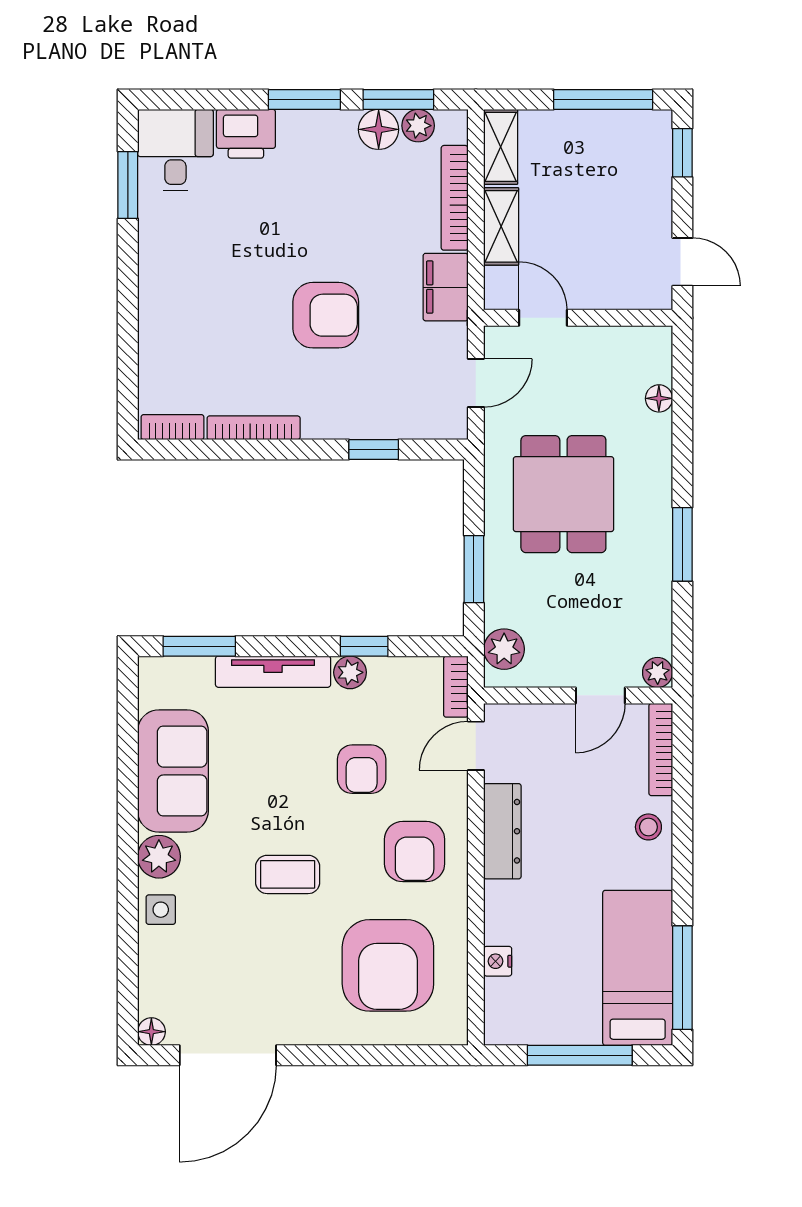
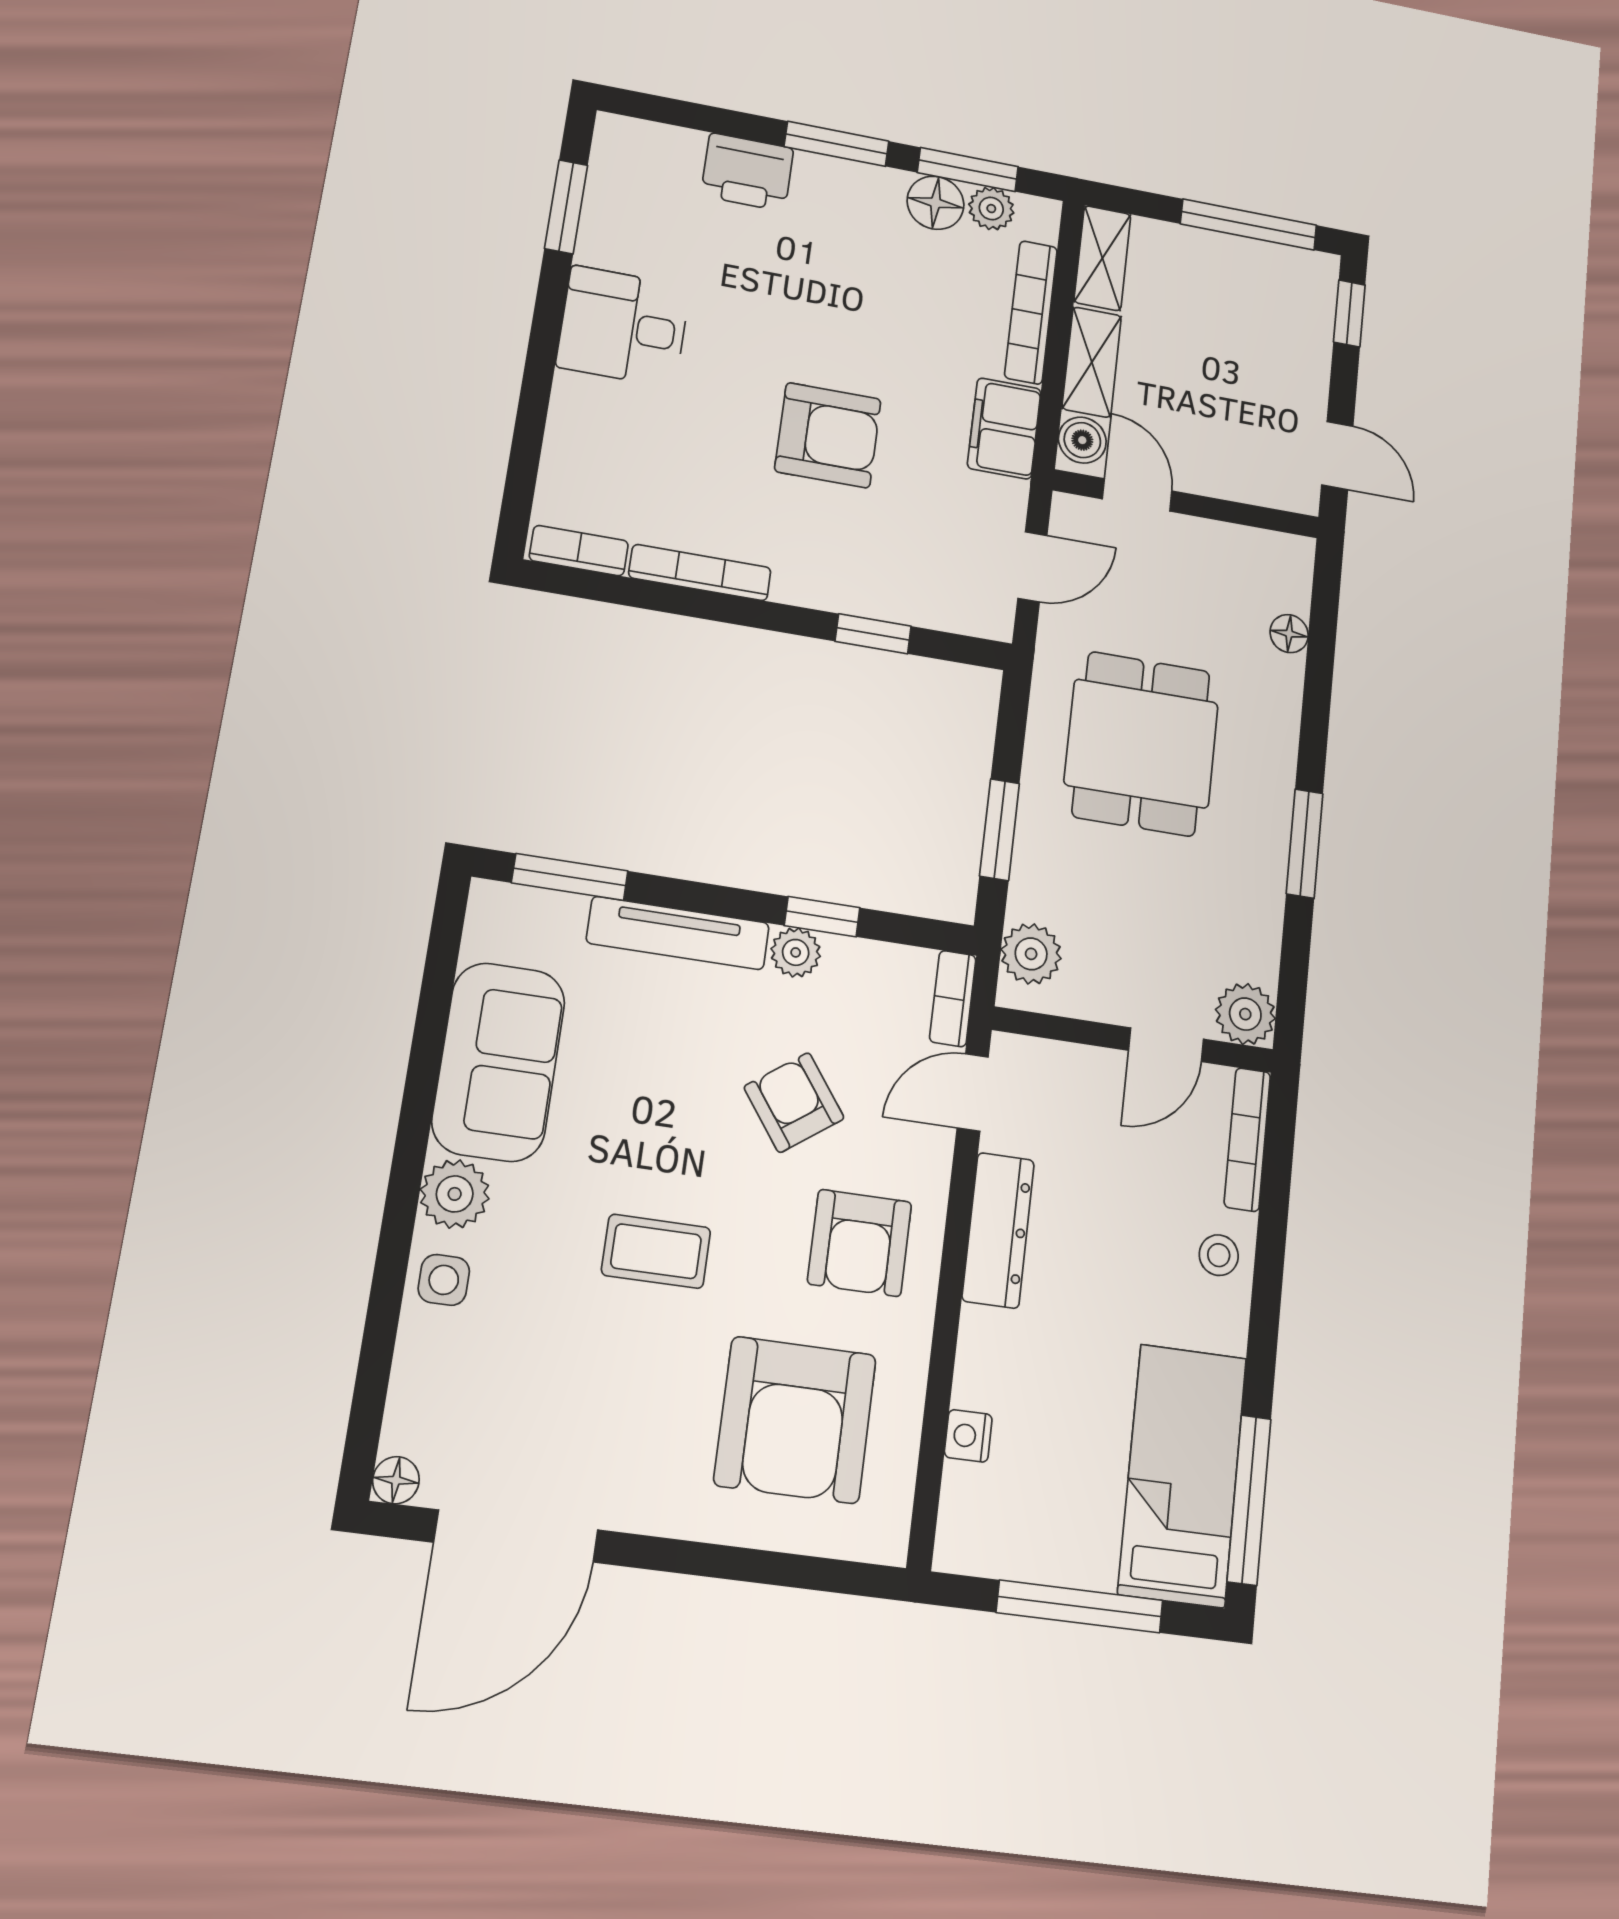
desk: (175, 150) -> (623, 327), moved, turned -90
boiler: (501, 285) -> (1082, 440), added
plant: (658, 673) -> (1245, 1014), width x1.38, depth x1.38
armchair: (362, 769) -> (794, 1103), turned 144

